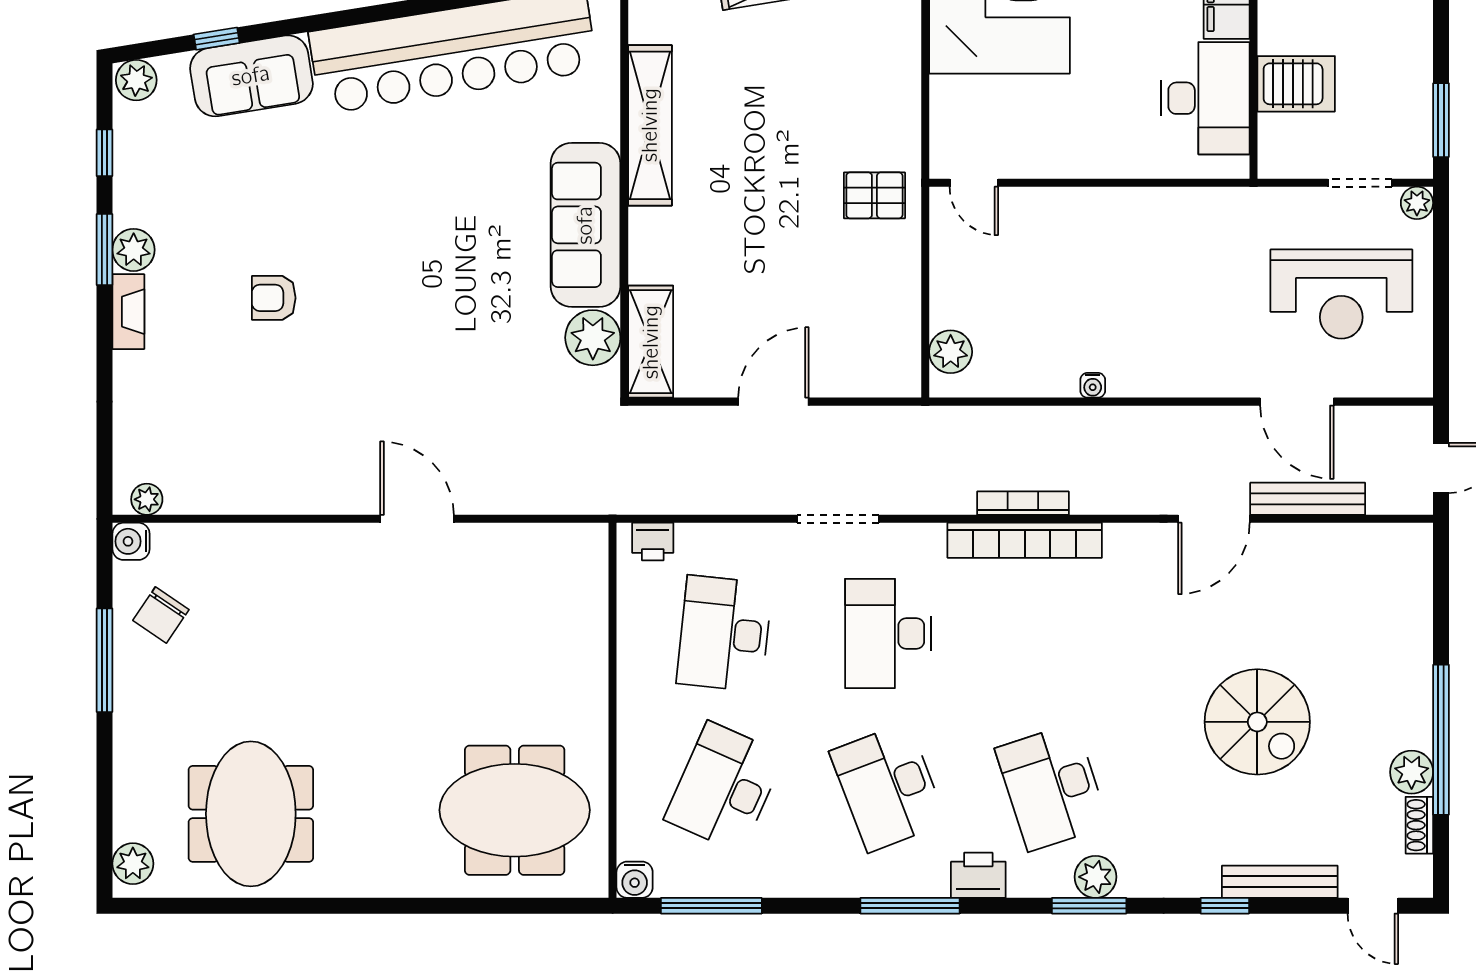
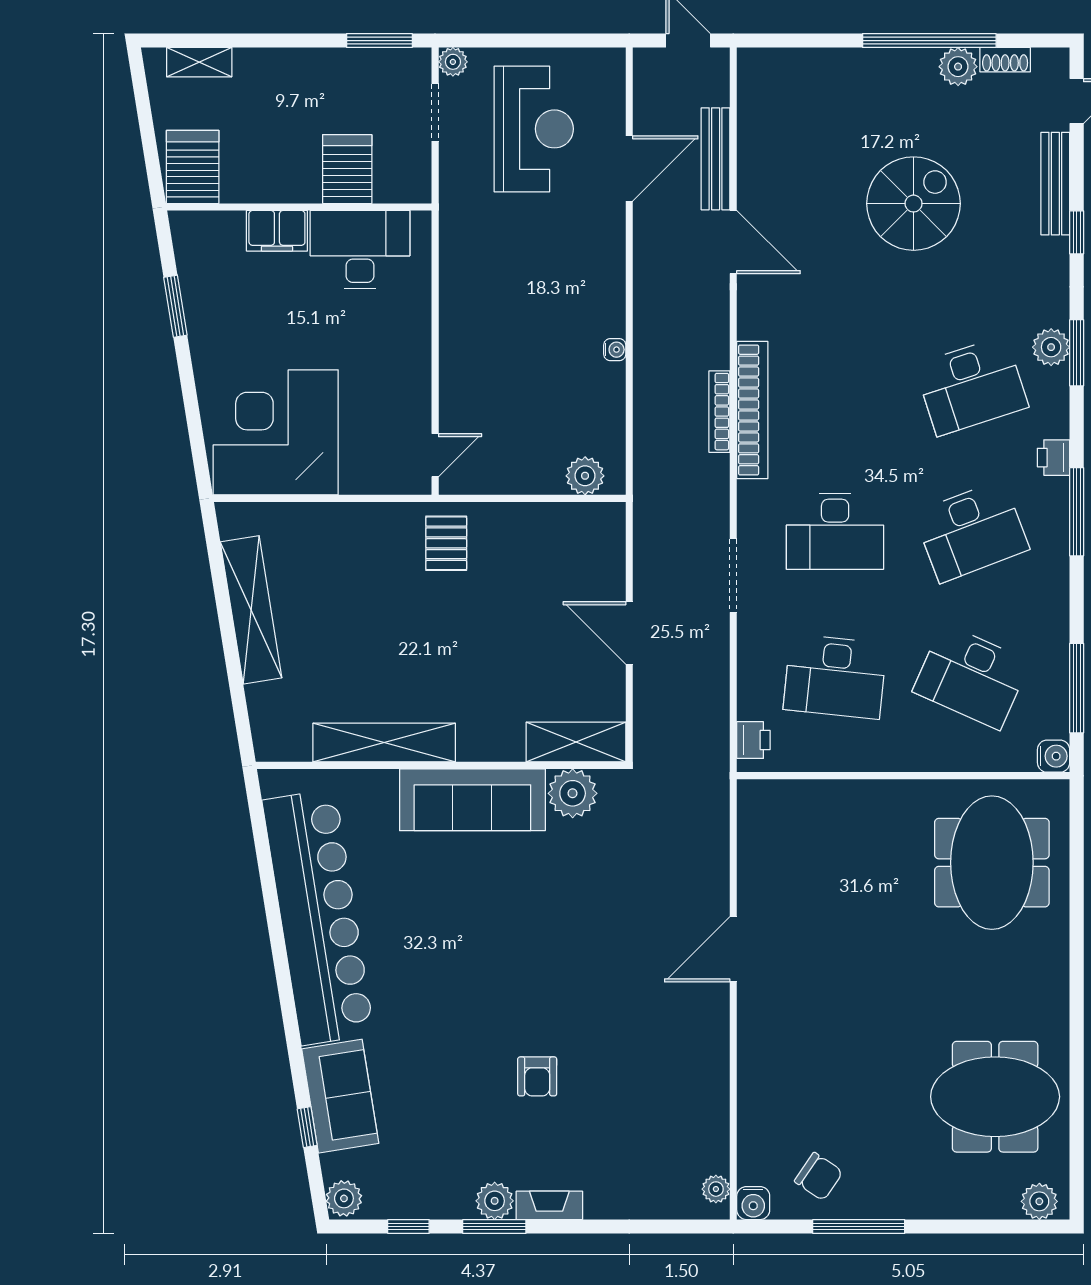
printer: (978, 875) -> (1053, 458), width x0.73, depth x0.81

